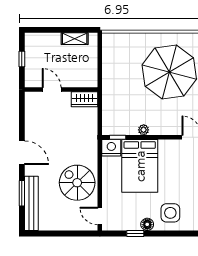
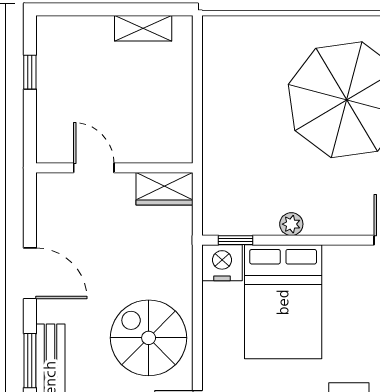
door: (52, 90) -> (94, 168), moved
wall: (61, 90) -> (114, 168), moved
wardrobe: (85, 99) -> (164, 189), moved

